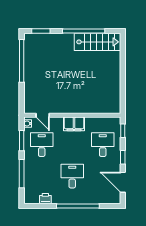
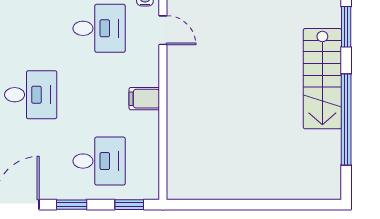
stairs: (97, 42) -> (322, 79), moved
door: (43, 115) -> (163, 30), swing flipped
filing cabinet: (74, 124) -> (144, 99), width x0.50

